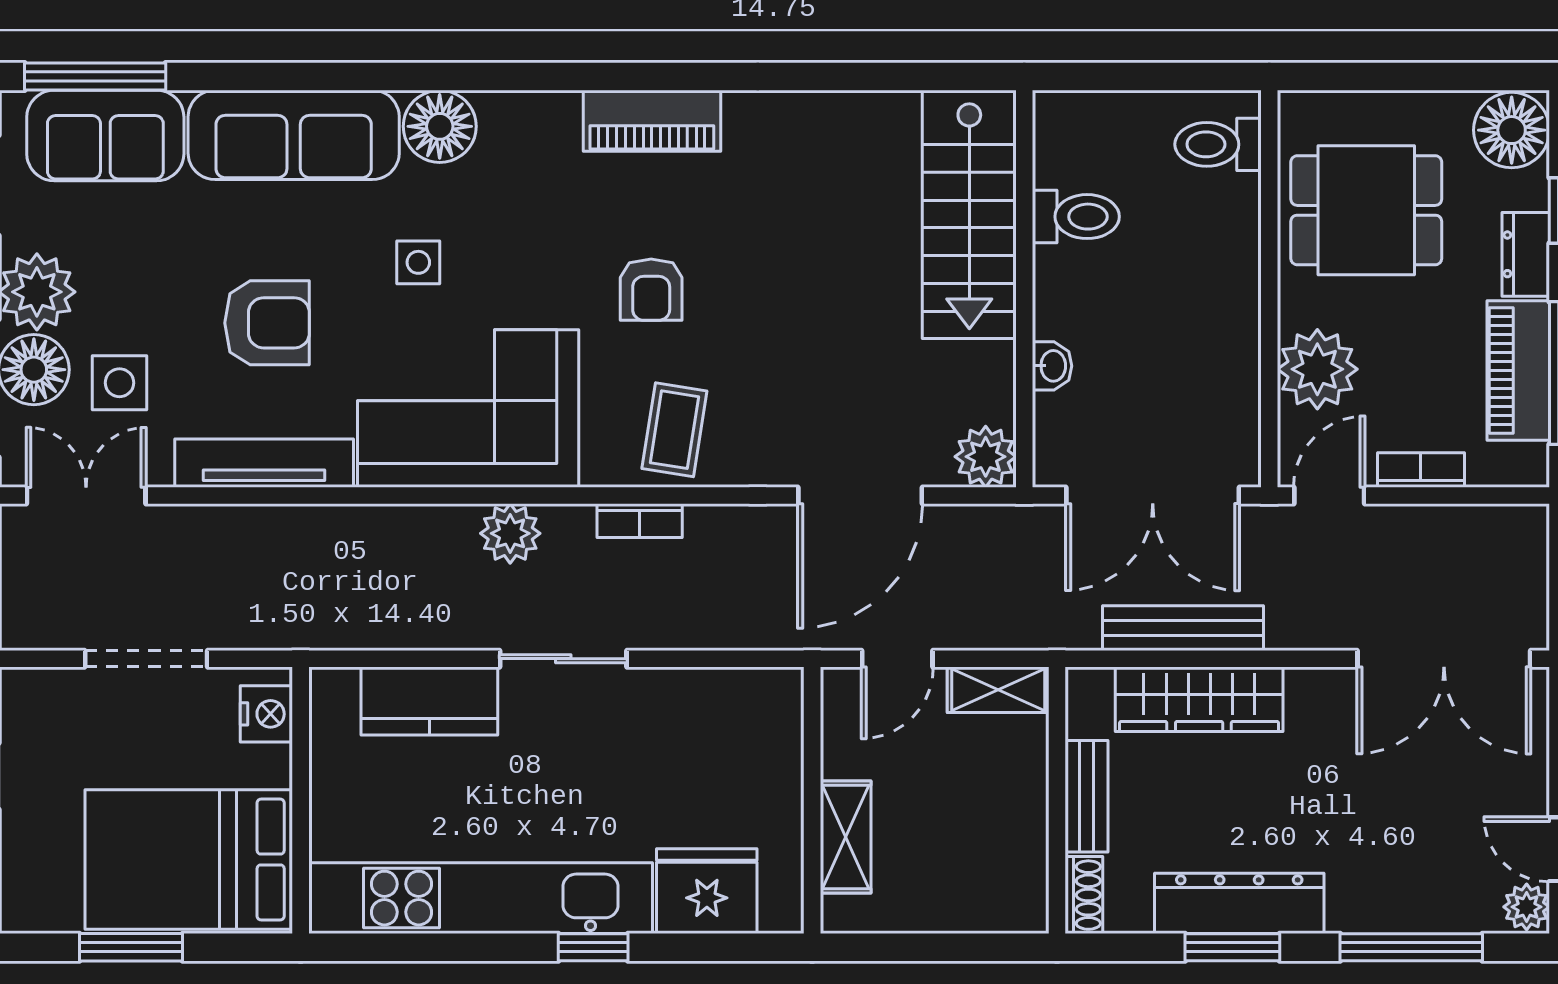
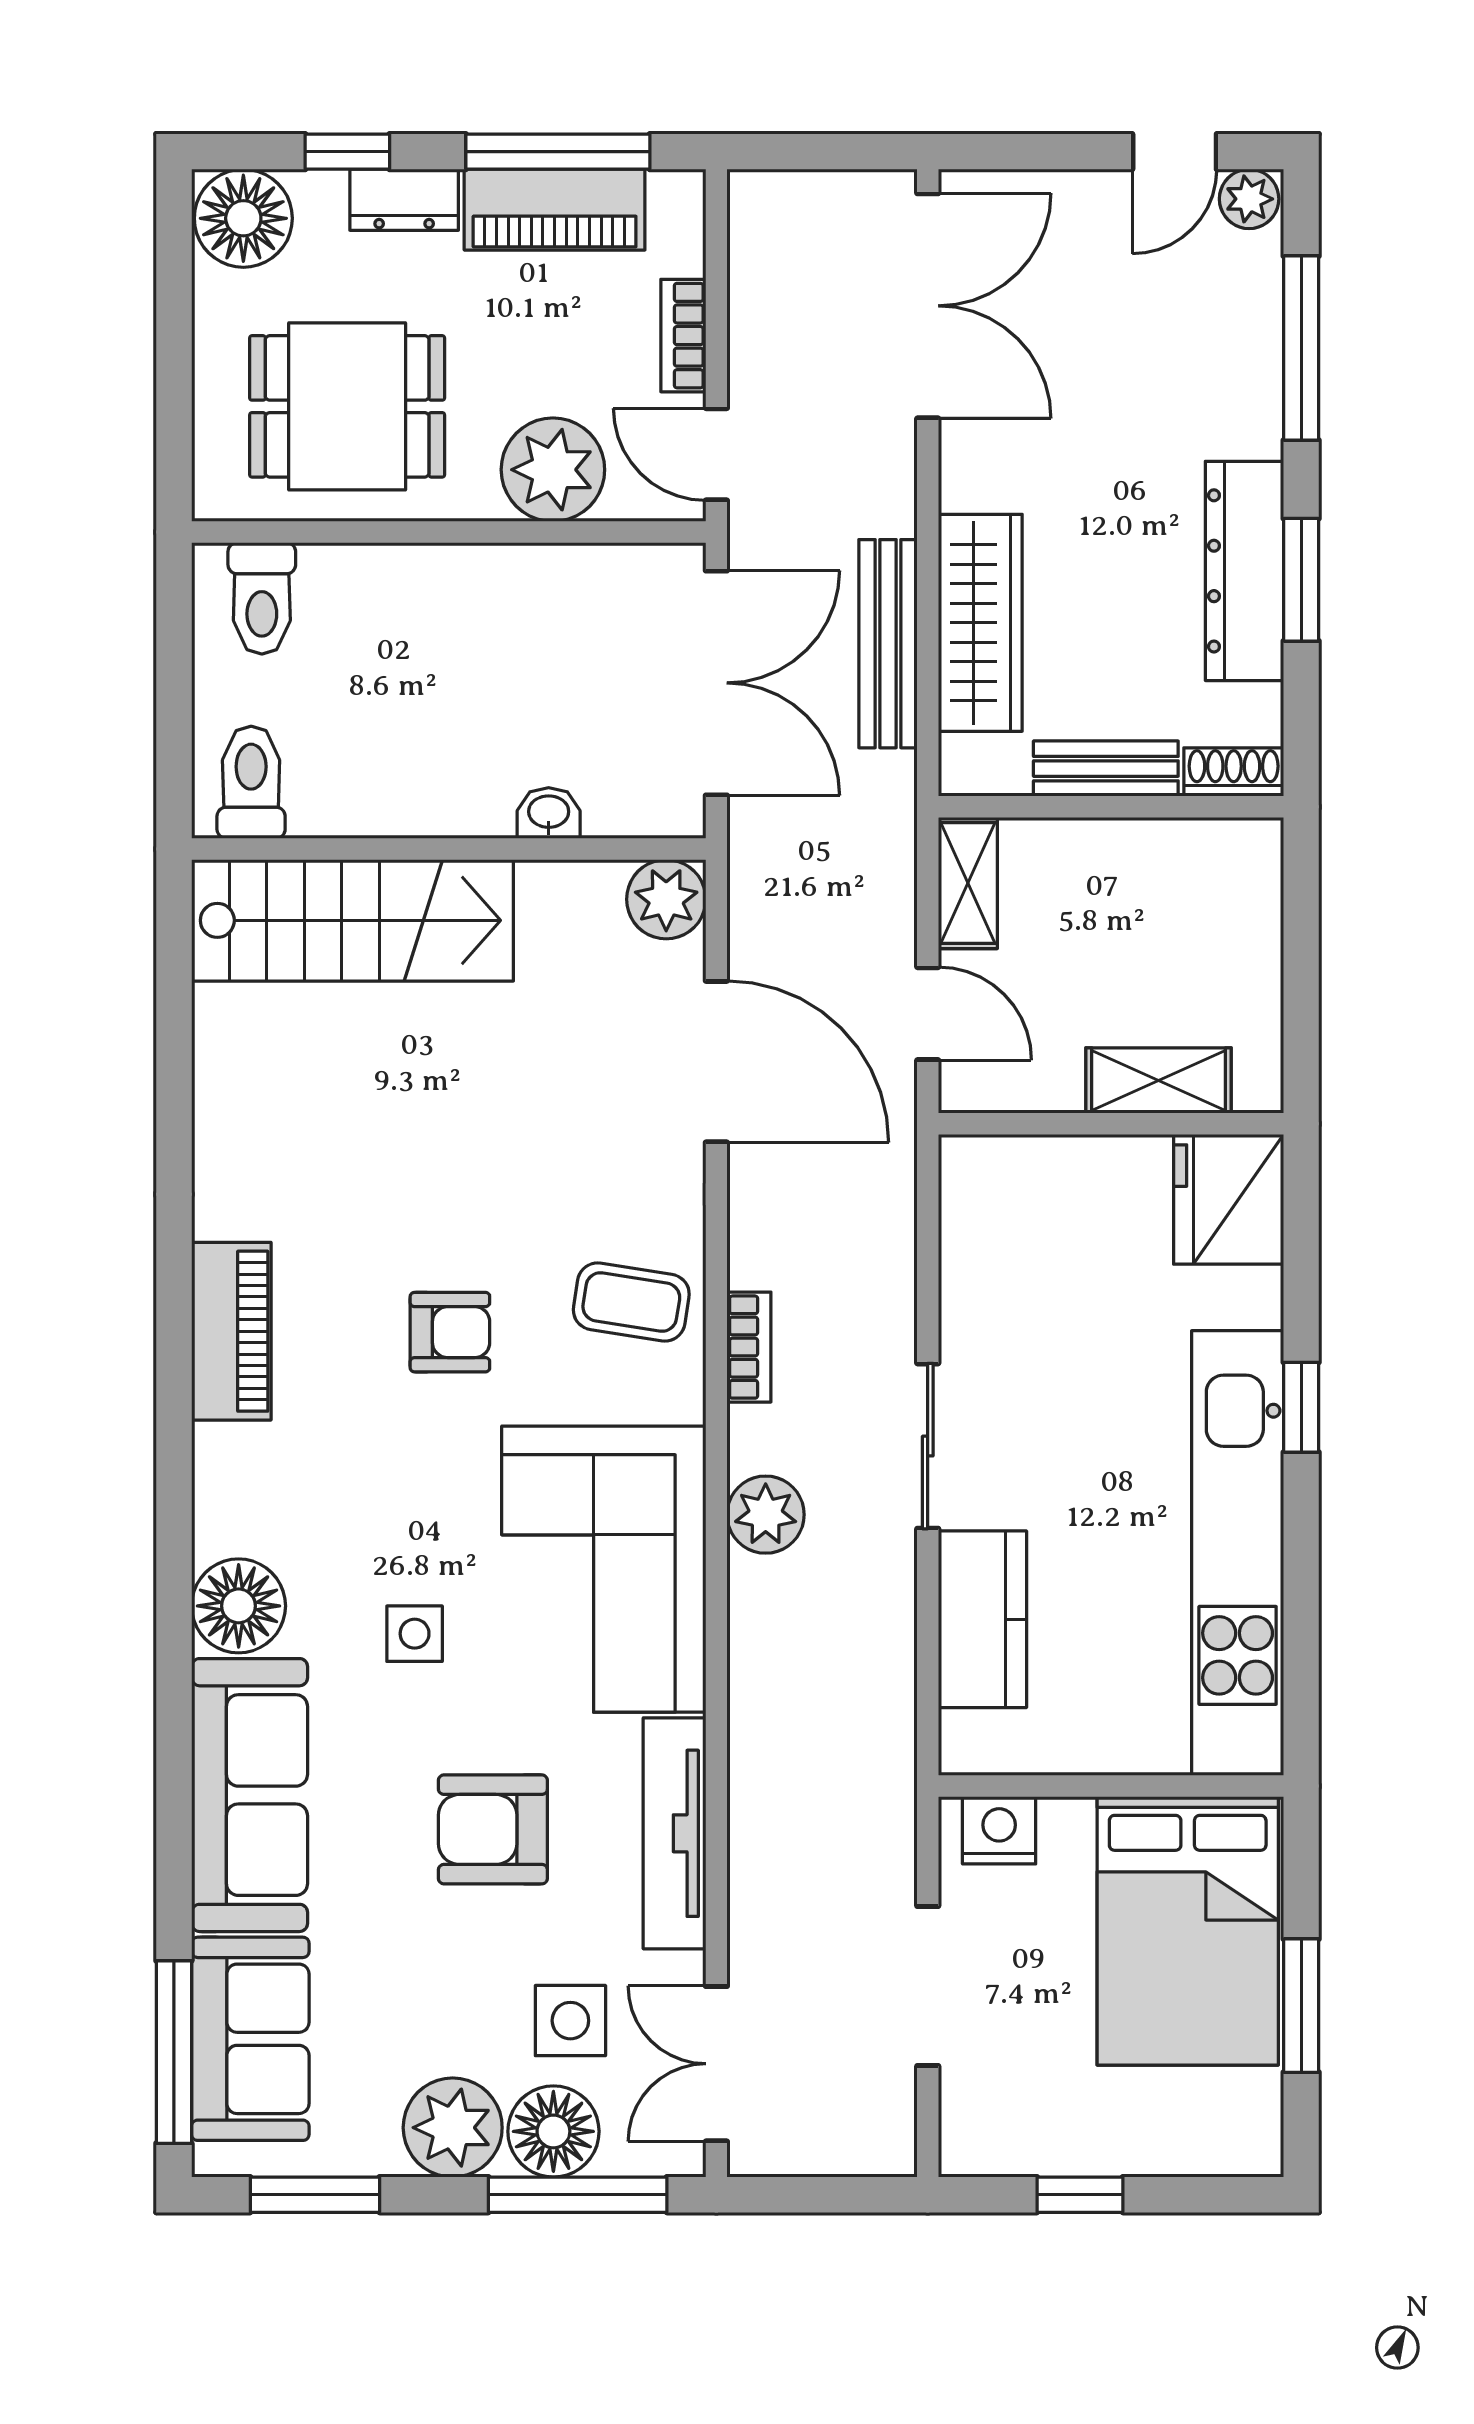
dining table: (1366, 210) -> (347, 406), turned 90
toilet: (1076, 217) -> (251, 782), moved
armchair: (267, 323) -> (493, 1829), turned -90
fridge: (707, 891) -> (1229, 1199), moved

